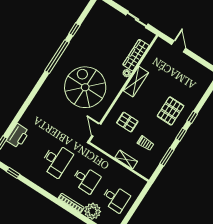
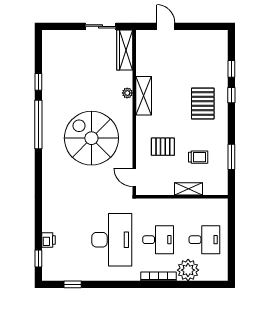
wardrobe: (136, 55) -> (125, 50), moved
window: (181, 135) -> (231, 69), moved
printer: (18, 136) -> (49, 240), width x0.53, depth x0.68
desk: (56, 160) -> (112, 240), width x1.36, depth x1.30

